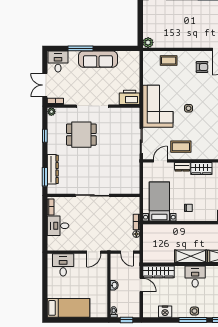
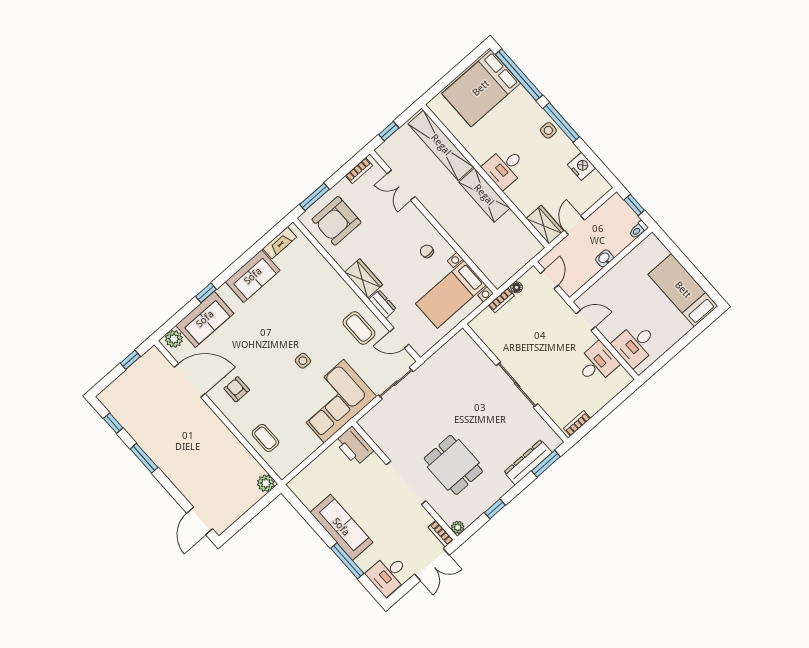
desk: (58, 226) -> (597, 363), moved, turned -90
wardrobe: (158, 272) -> (545, 225), width x0.67

